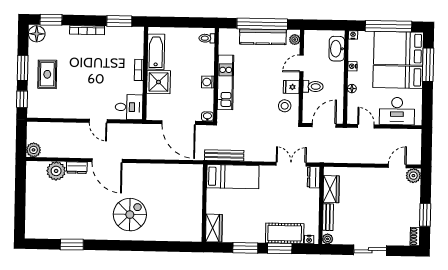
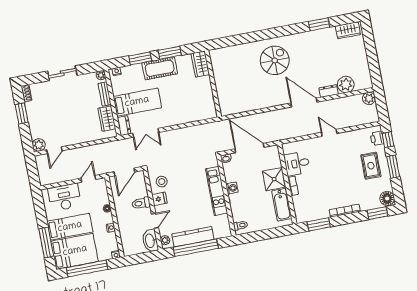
washbasin: (337, 49) -> (150, 241), moved, turned 180
printer: (34, 103) -> (377, 138), added
desk: (129, 107) -> (297, 164), moved
door: (98, 121) -> (329, 133), moved
door: (366, 126) -> (88, 179), swing flipped
bench: (224, 155) -> (205, 128), removed
bed: (233, 177) -> (137, 102), moved, turned 180
spiral stairs: (130, 215) -> (275, 60), turned 180
wardrobe: (41, 231) -> (348, 30), added
cot: (285, 233) -> (160, 68), moved

